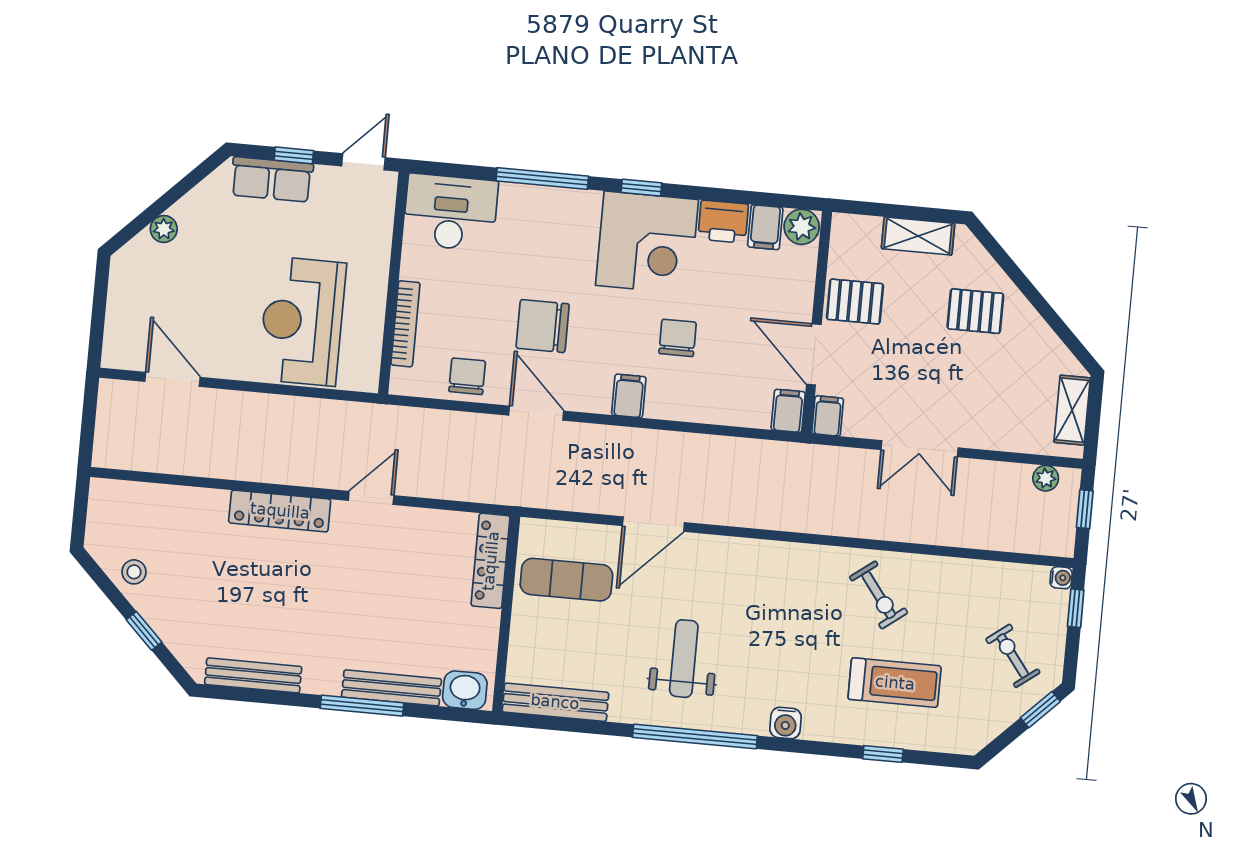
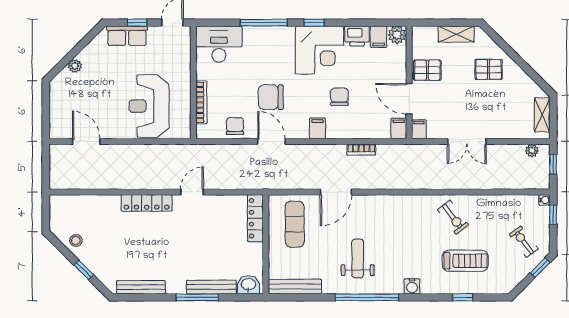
bookcase: (711, 446) -> (361, 150), added
exercise mat: (566, 580) -> (295, 224), turned 90

